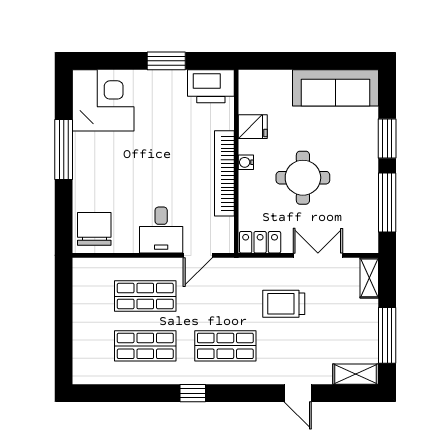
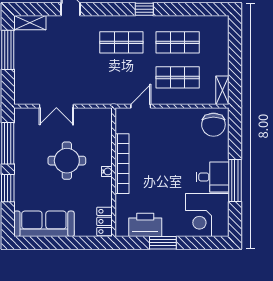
printer: (211, 86) -> (145, 225), moved
fridge: (253, 127) -> (102, 196), removed
desk: (161, 230) -> (213, 177), moved, turned 90
locker: (260, 242) -> (104, 221), moved, turned 90
shelving: (369, 278) -> (222, 90), moved
trolley: (284, 304) -> (80, 72), removed

